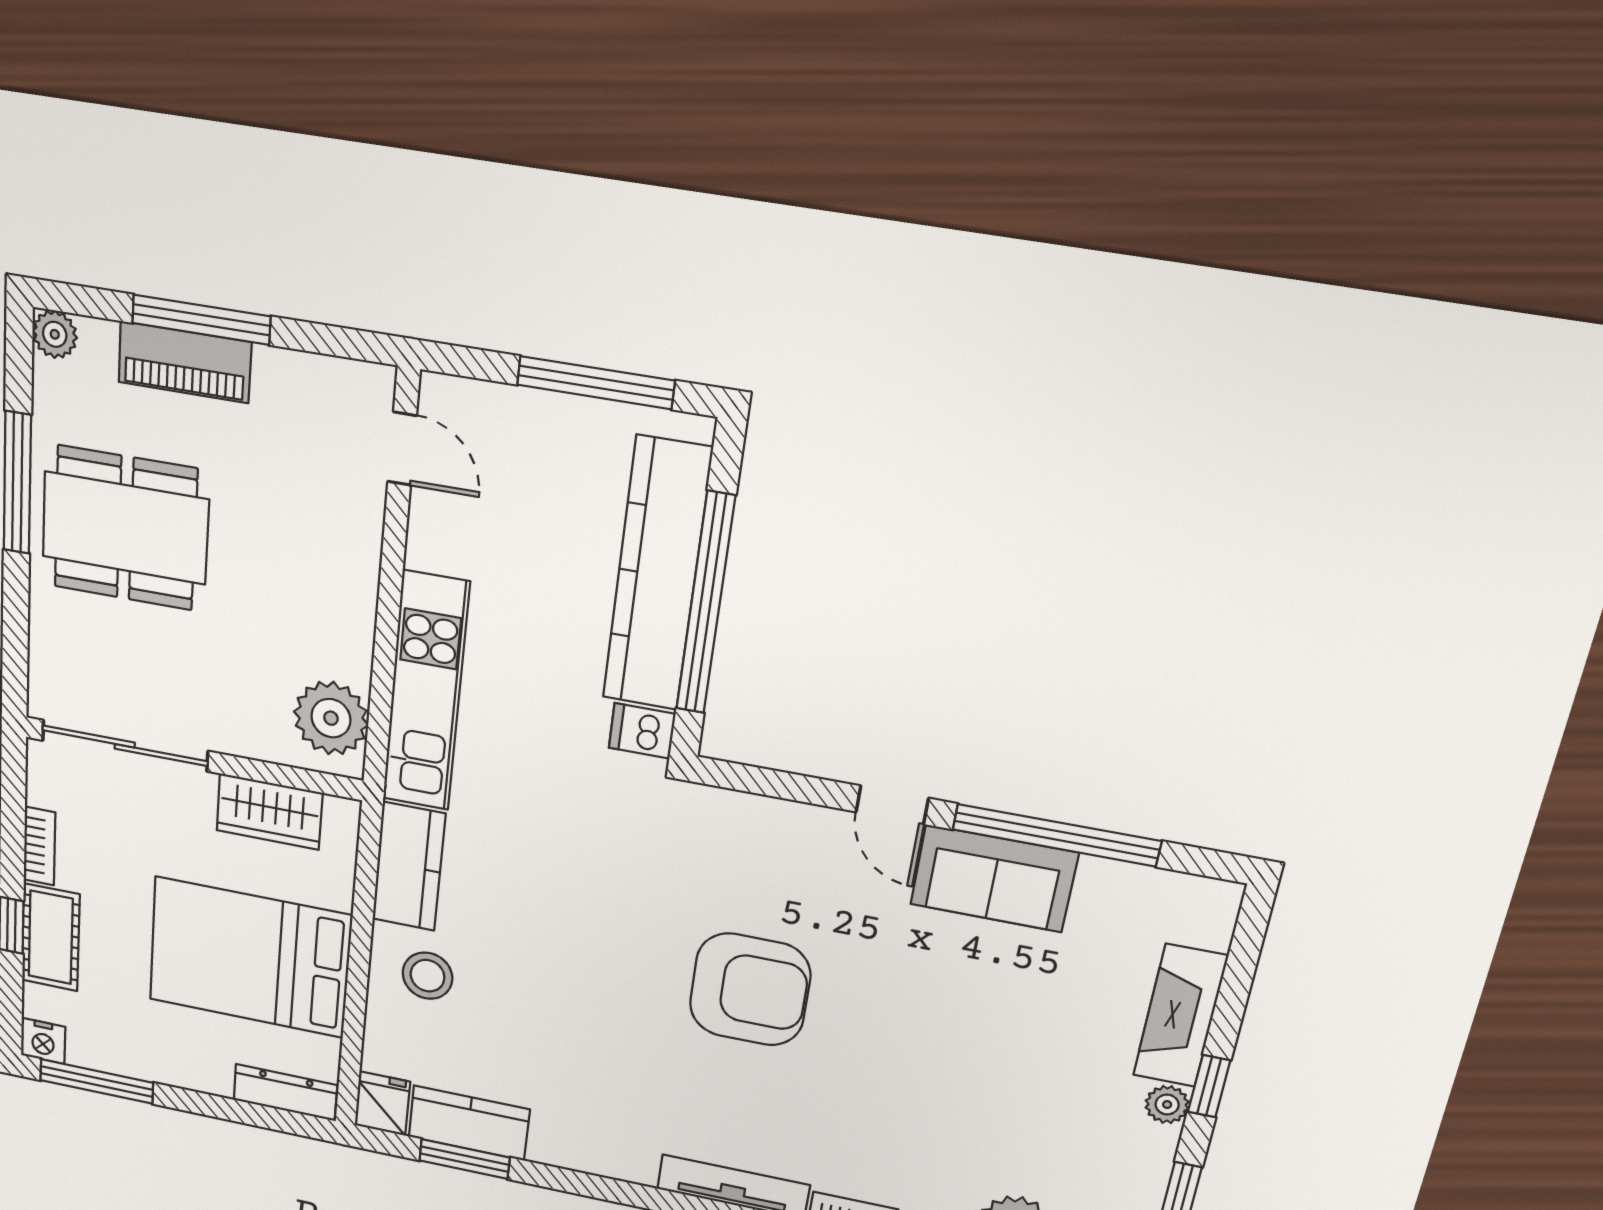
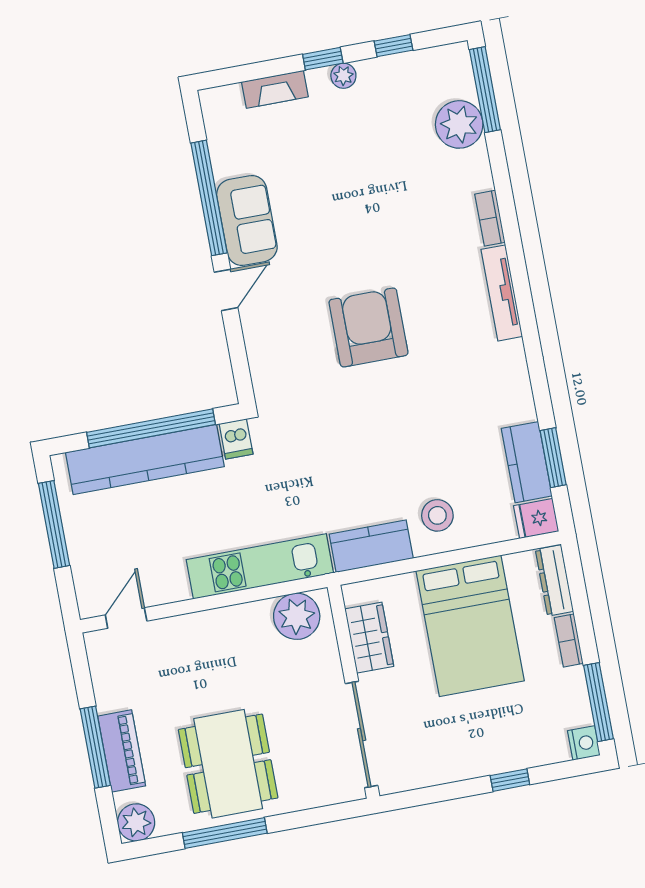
plant: (55, 334) -> (136, 822), width x1.38, depth x1.38
bookcase: (39, 846) -> (569, 641), moved, turned -90
cot: (51, 937) -> (508, 753), removed
fireplace: (1180, 1016) -> (275, 89), width x0.73, depth x0.76

